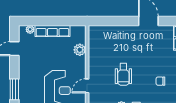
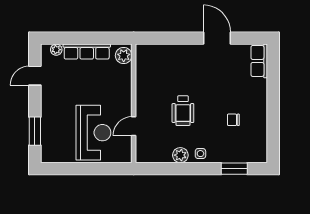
plant: (80, 50) -> (124, 56), moved

